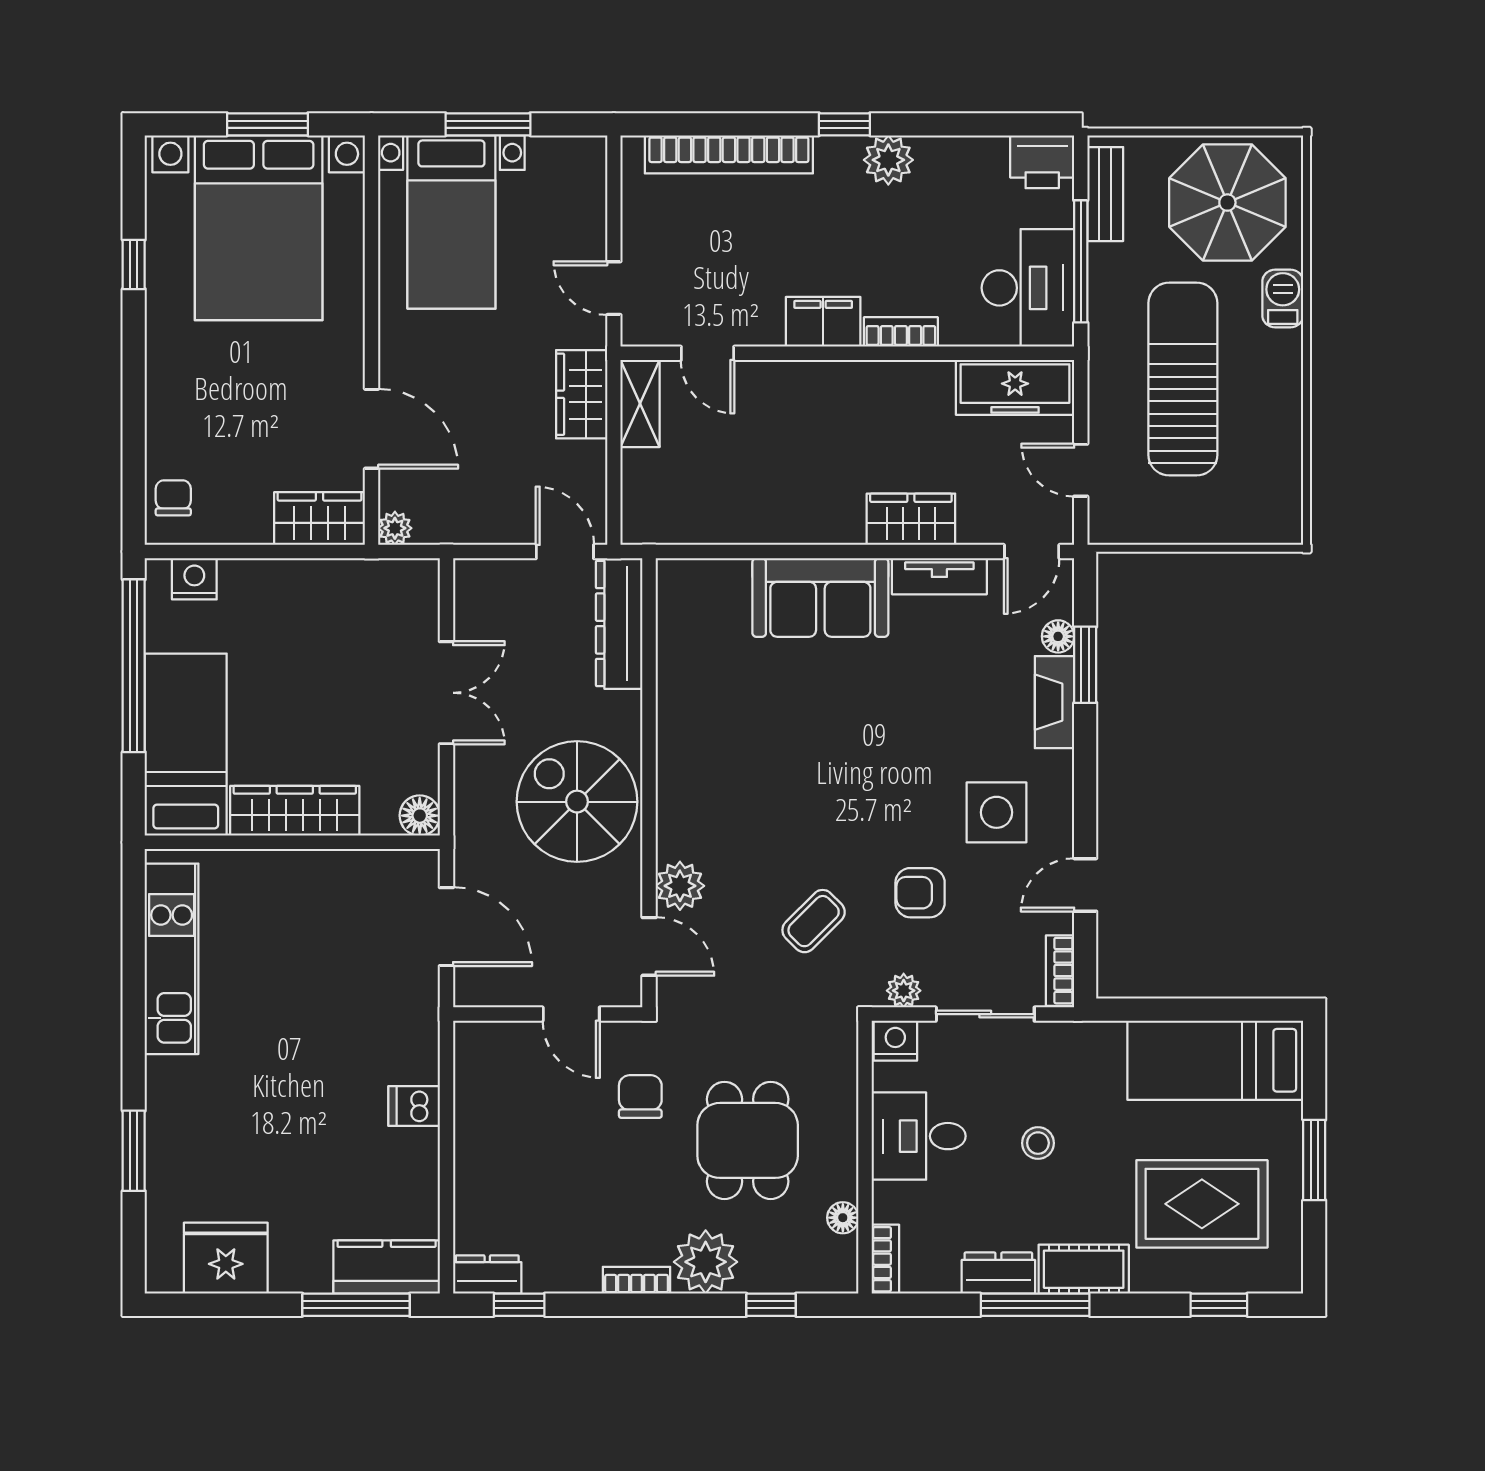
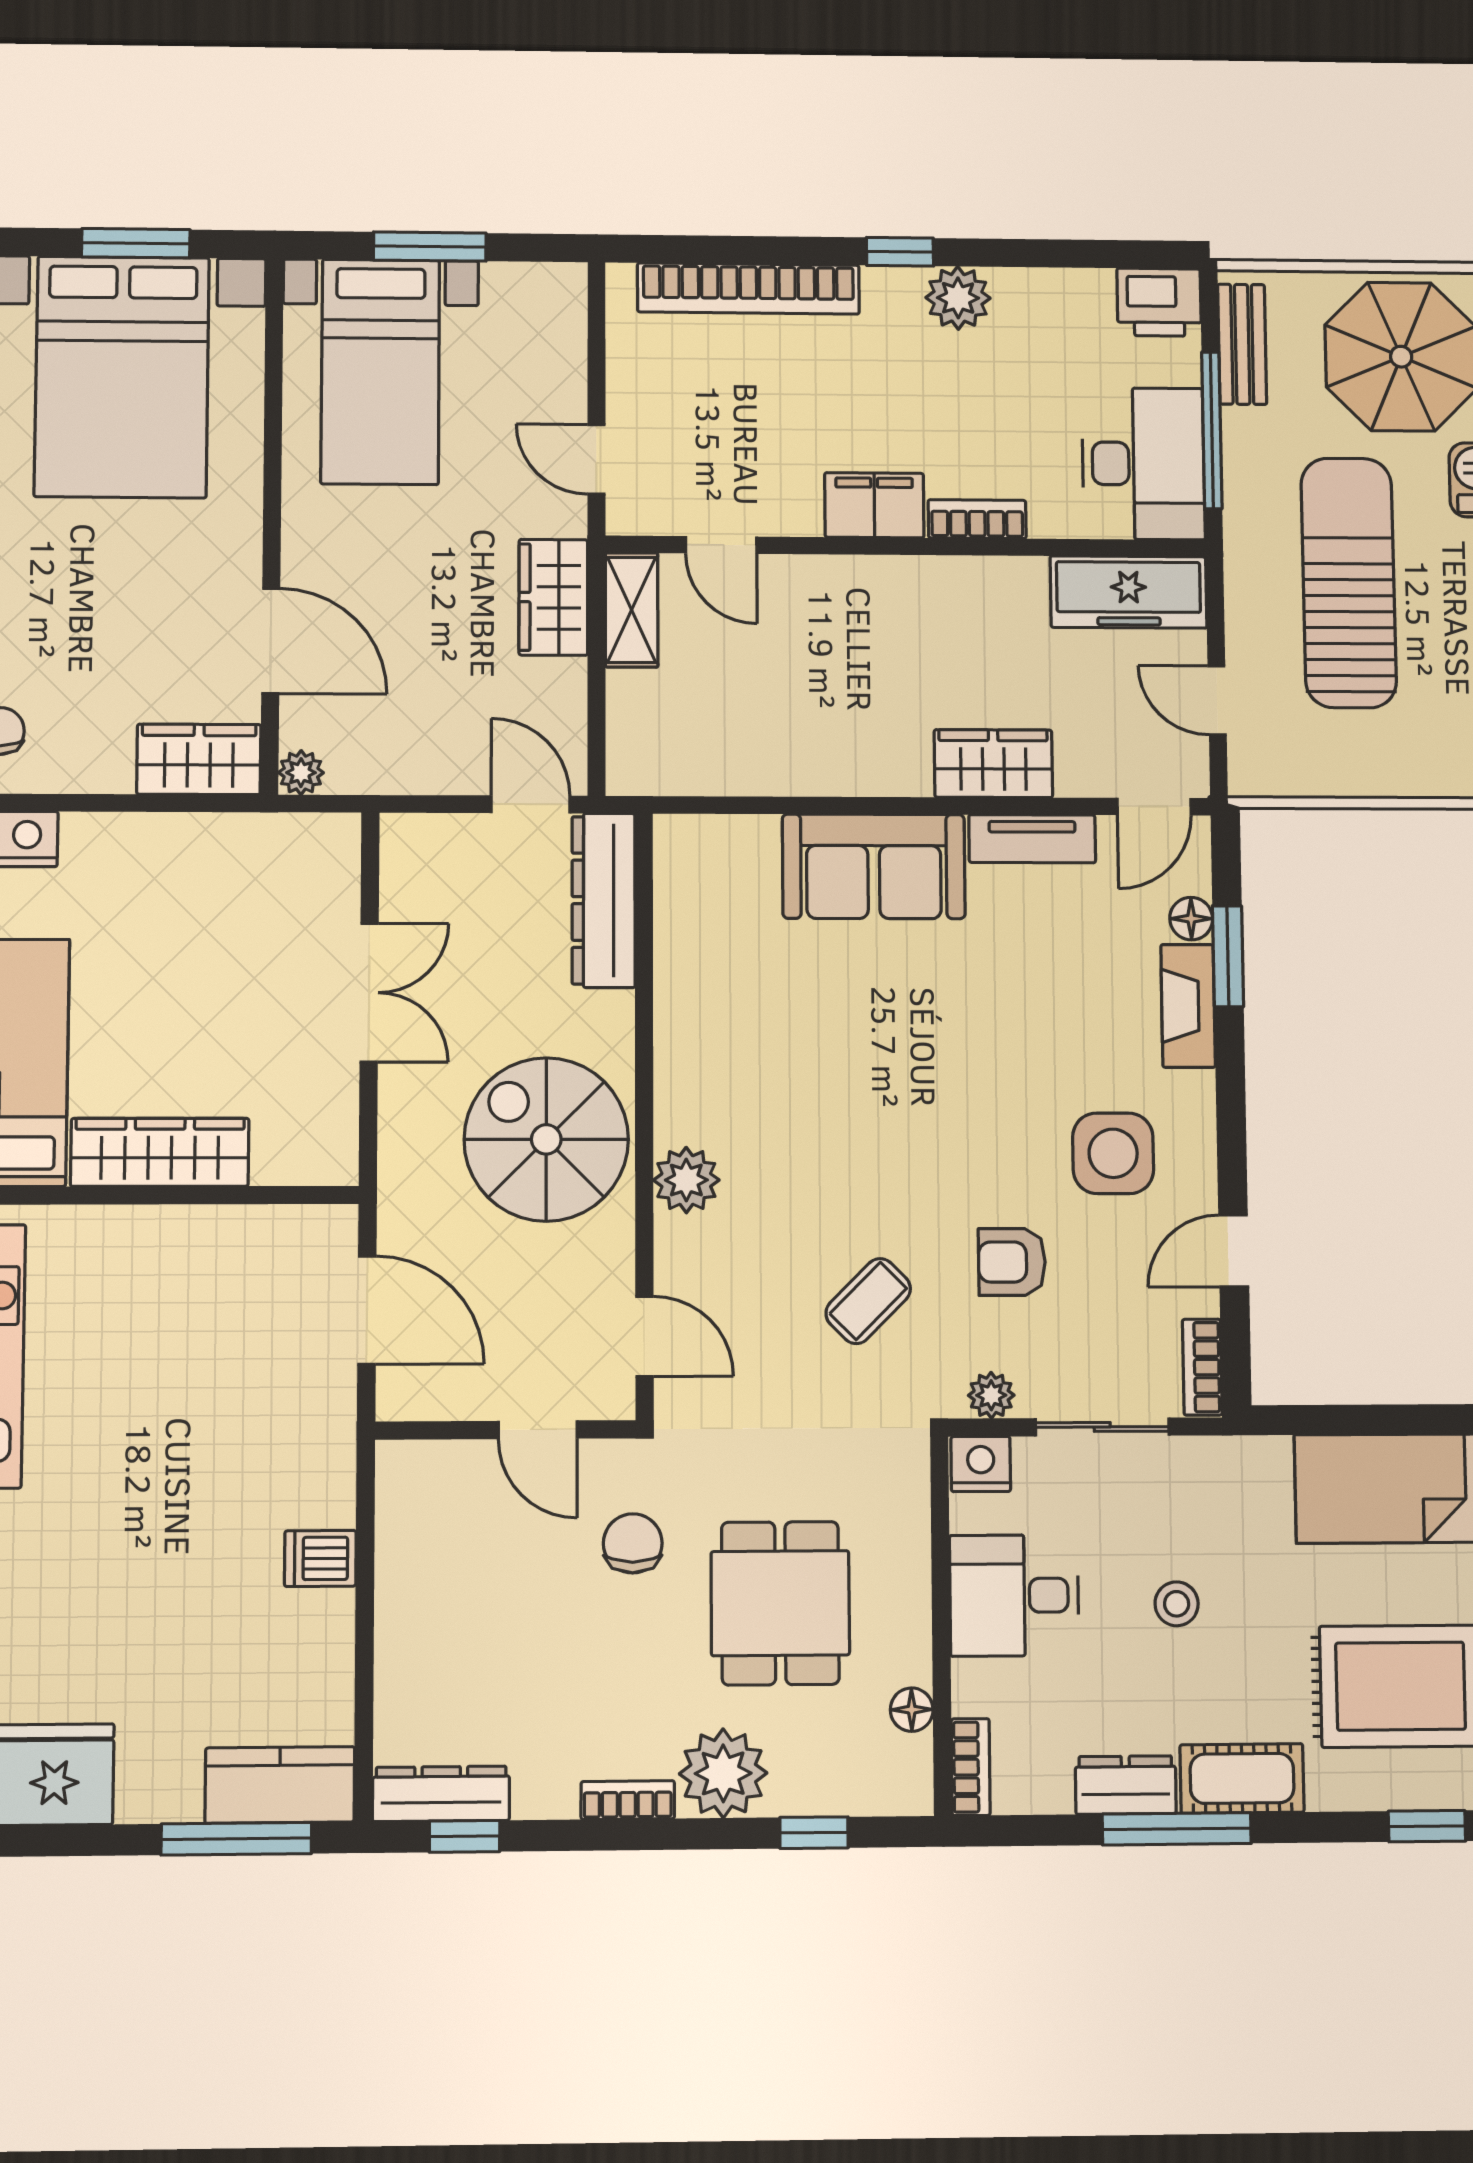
floor lamp: (420, 816) -> (331, 1159), removed
plant: (680, 886) -> (686, 1180), moved
dresser: (487, 1275) -> (441, 1794), width x1.44

